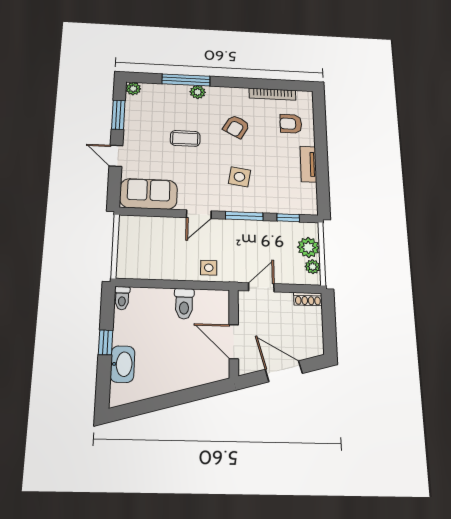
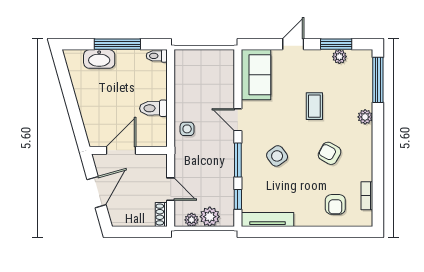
window: (186, 80) -> (378, 80), moved
plant: (133, 89) -> (339, 57), moved
bookcase: (272, 94) -> (367, 196), width x0.64
armchair: (291, 124) -> (335, 204), turned 180
tv unit: (308, 164) -> (268, 220), moved, width x1.41
side table: (239, 177) -> (277, 156), turned 45
door: (261, 287) -> (171, 189), moved
window: (106, 342) -> (117, 44), width x2.17

